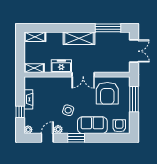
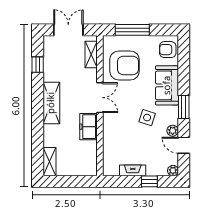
window: (108, 28) -> (38, 65), width x0.46
shelving: (34, 68) -> (91, 55), moved

